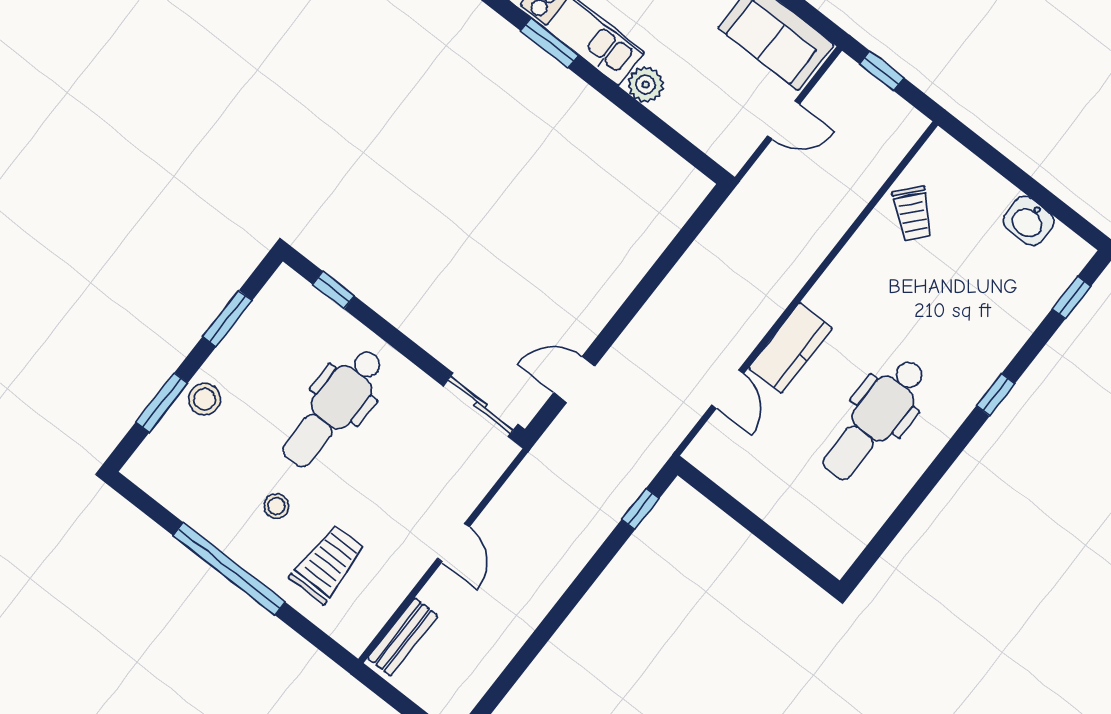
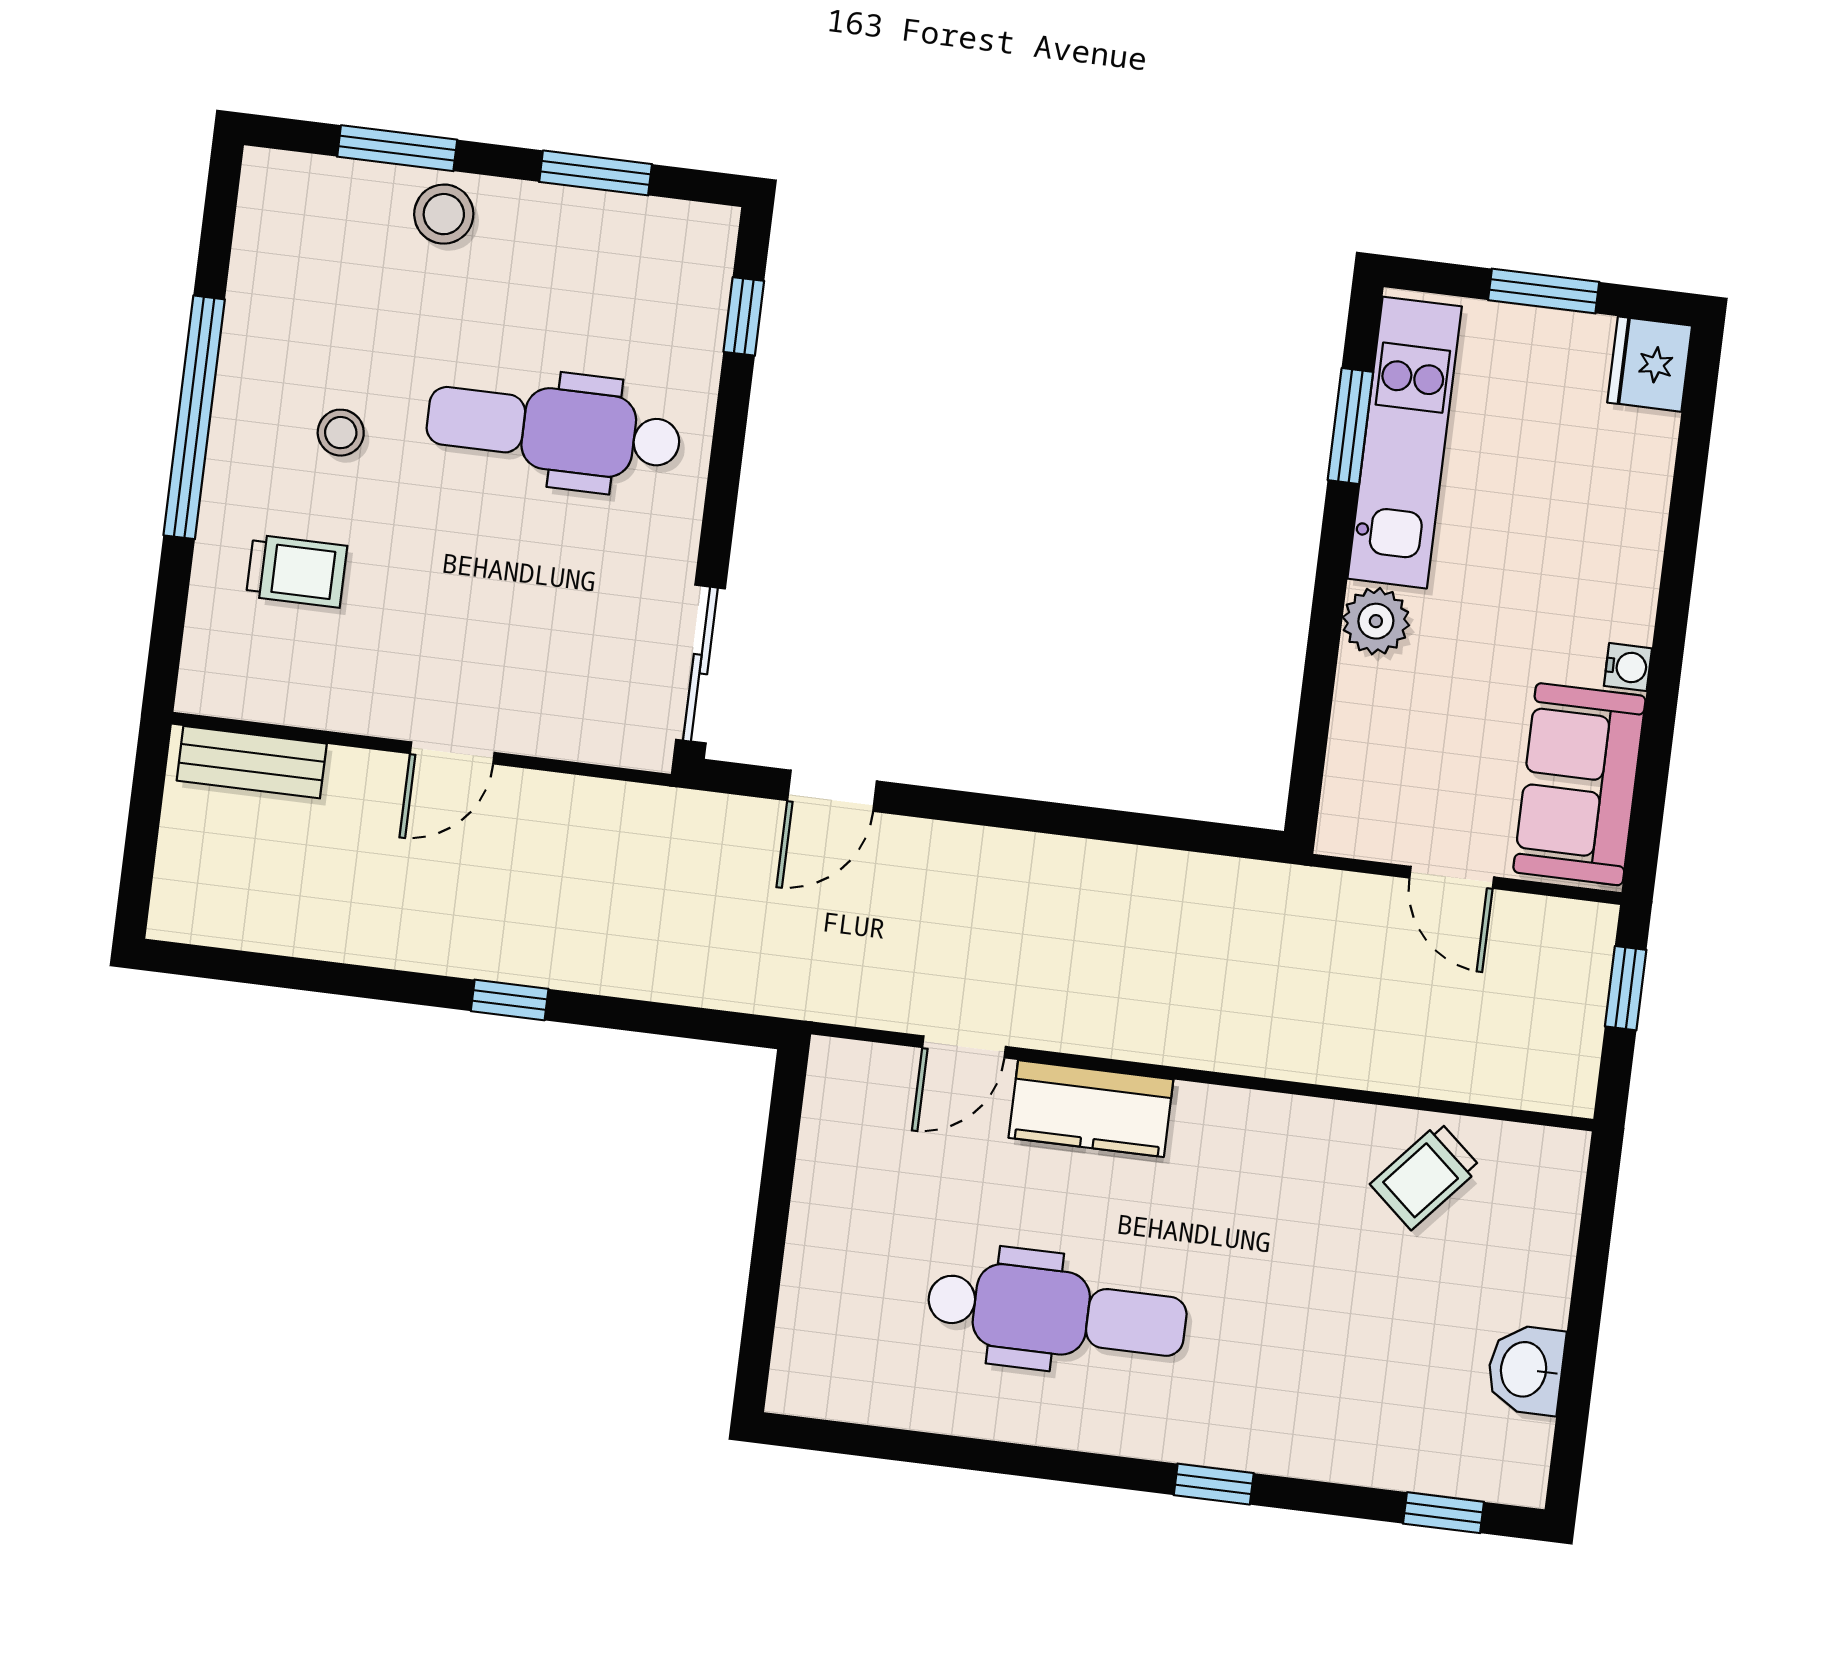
door: (574, 379) -> (832, 791), swing flipped
dental chair: (874, 419) -> (1057, 1313), turned 180
window: (640, 509) -> (510, 1000), moved
trolley: (328, 564) -> (297, 571), width x0.73, depth x0.72

